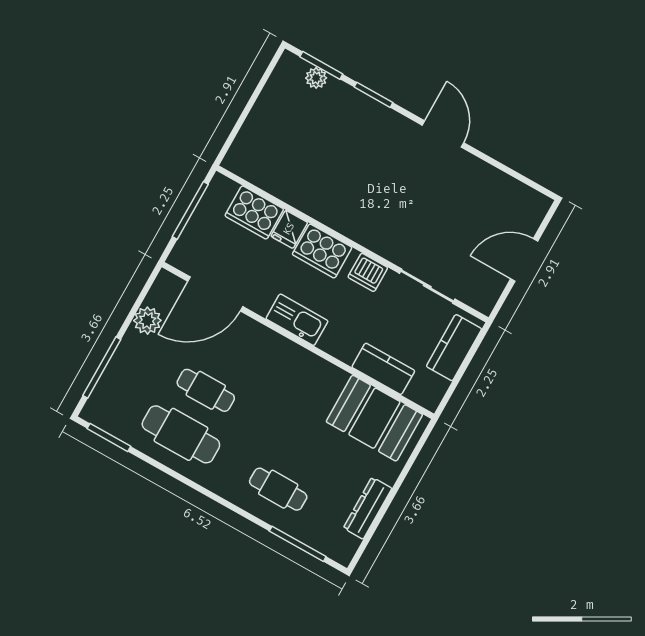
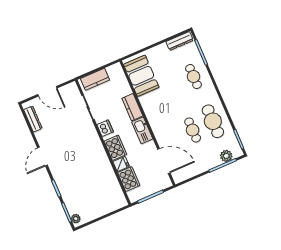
plant: (316, 78) -> (76, 219), moved
dresser: (512, 189) -> (33, 119), added
plant: (147, 321) -> (226, 156), moved
kitchen counter: (383, 369) -> (132, 107), moved
dresser: (368, 508) -> (180, 41), moved

